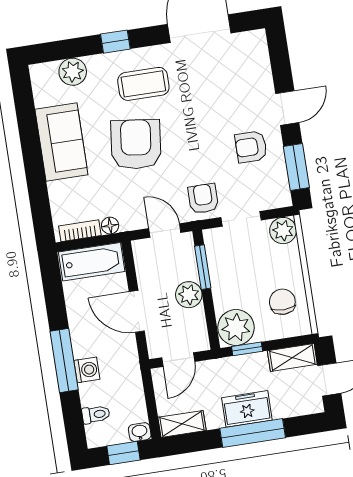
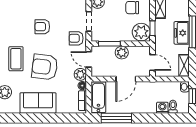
armchair: (251, 147) -> (42, 27), moved, turned 90
plant: (132, 218) -> (80, 74), added
door: (165, 231) -> (89, 59), hinge flipped
window: (64, 361) -> (116, 118), moved
washing machine: (87, 370) -> (162, 108), moved

